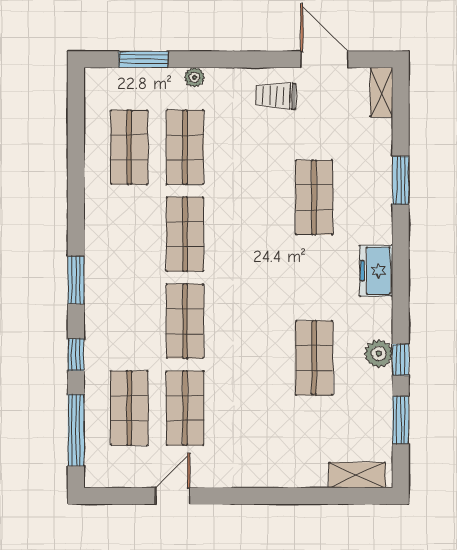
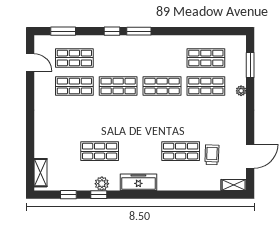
trolley: (276, 96) -> (212, 155), moved
window: (401, 180) -> (189, 195), removed
freezer: (376, 271) -> (138, 182), width x1.40
window: (76, 355) -> (112, 31), moved
window: (401, 420) -> (68, 195), width x0.67
window: (76, 430) -> (63, 31), width x0.69
door: (173, 496) -> (30, 63), moved

